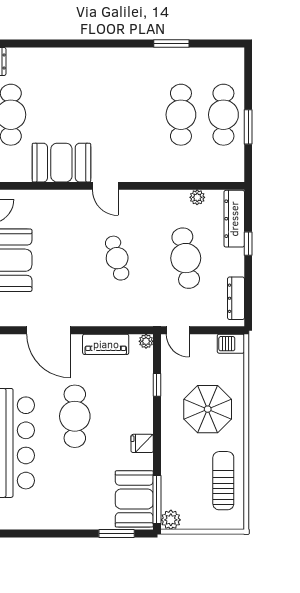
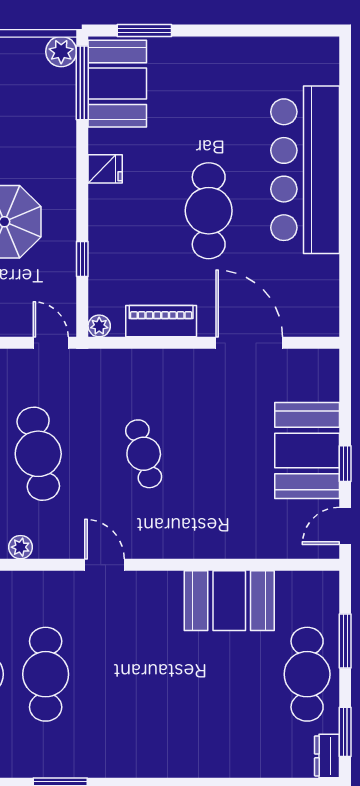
door: (105, 186) -> (104, 565), moved

